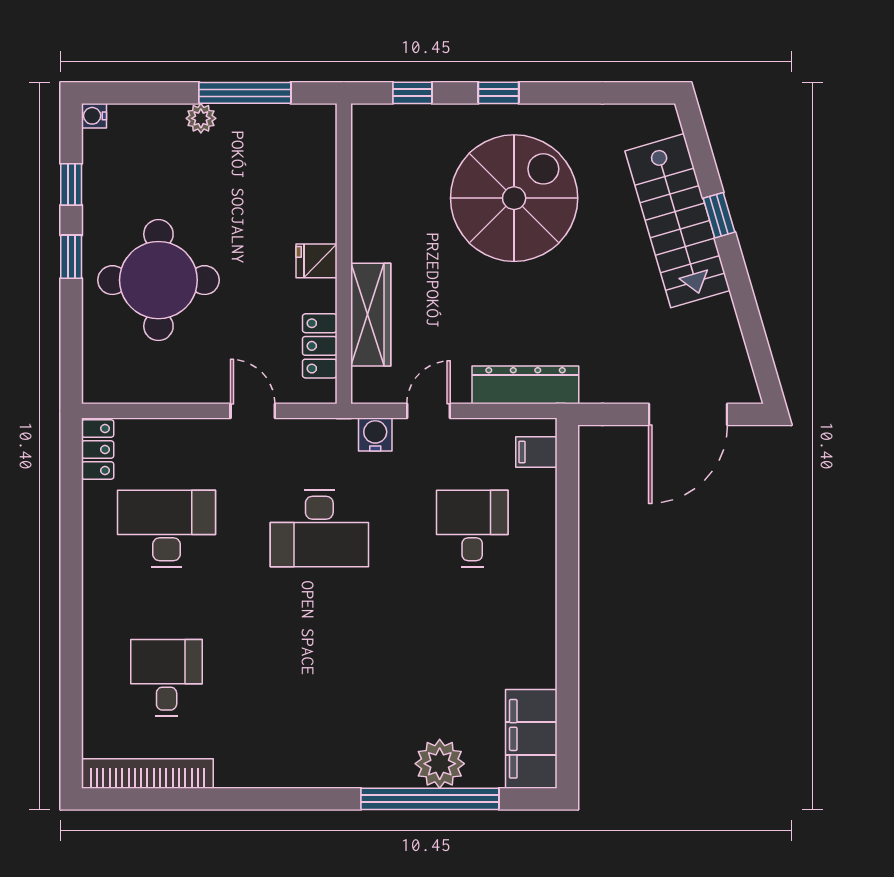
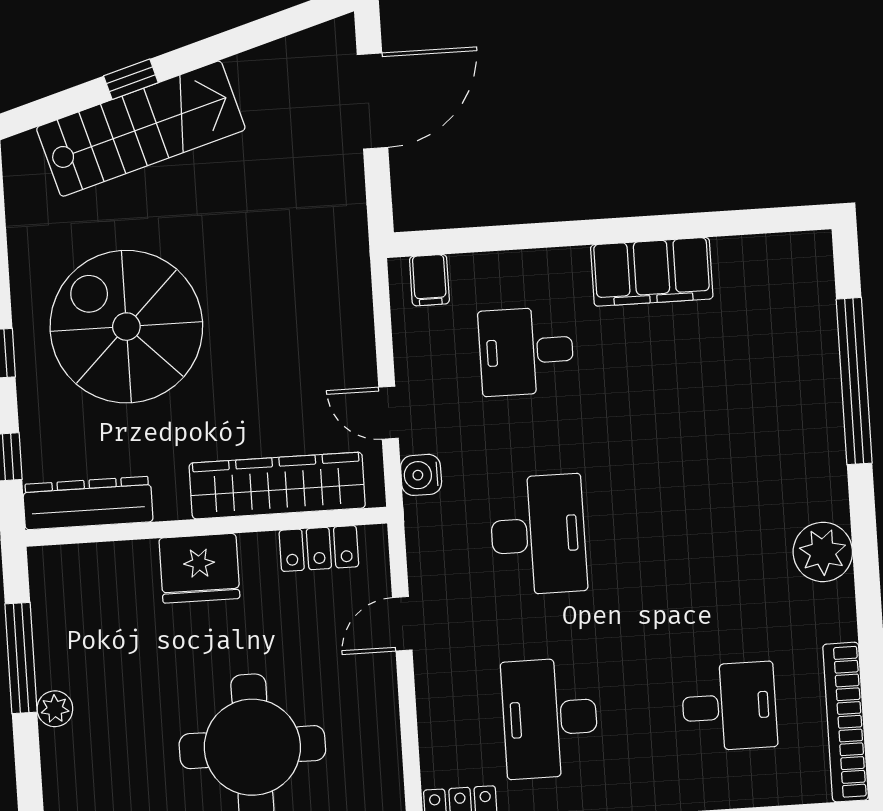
fridge: (317, 261) -> (199, 568), width x1.88, depth x1.34
wardrobe: (371, 315) -> (277, 486), width x1.40, depth x1.17
dresser: (525, 385) -> (88, 503), moved, turned 90
door: (688, 414) -> (373, 101), hinge flipped
desk: (167, 678) -> (729, 707), turned 180
filing cabinet: (531, 739) -> (652, 272), moved
plant: (440, 764) -> (823, 552), moved

